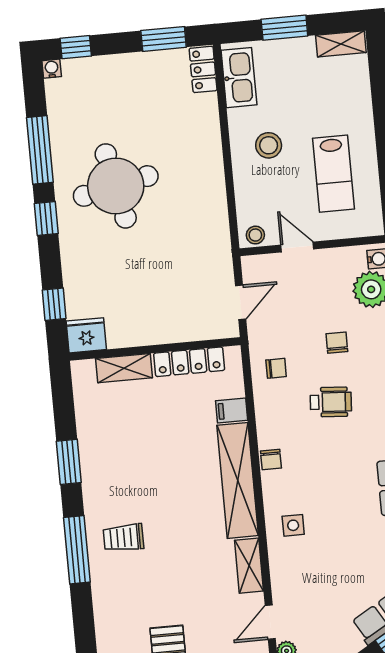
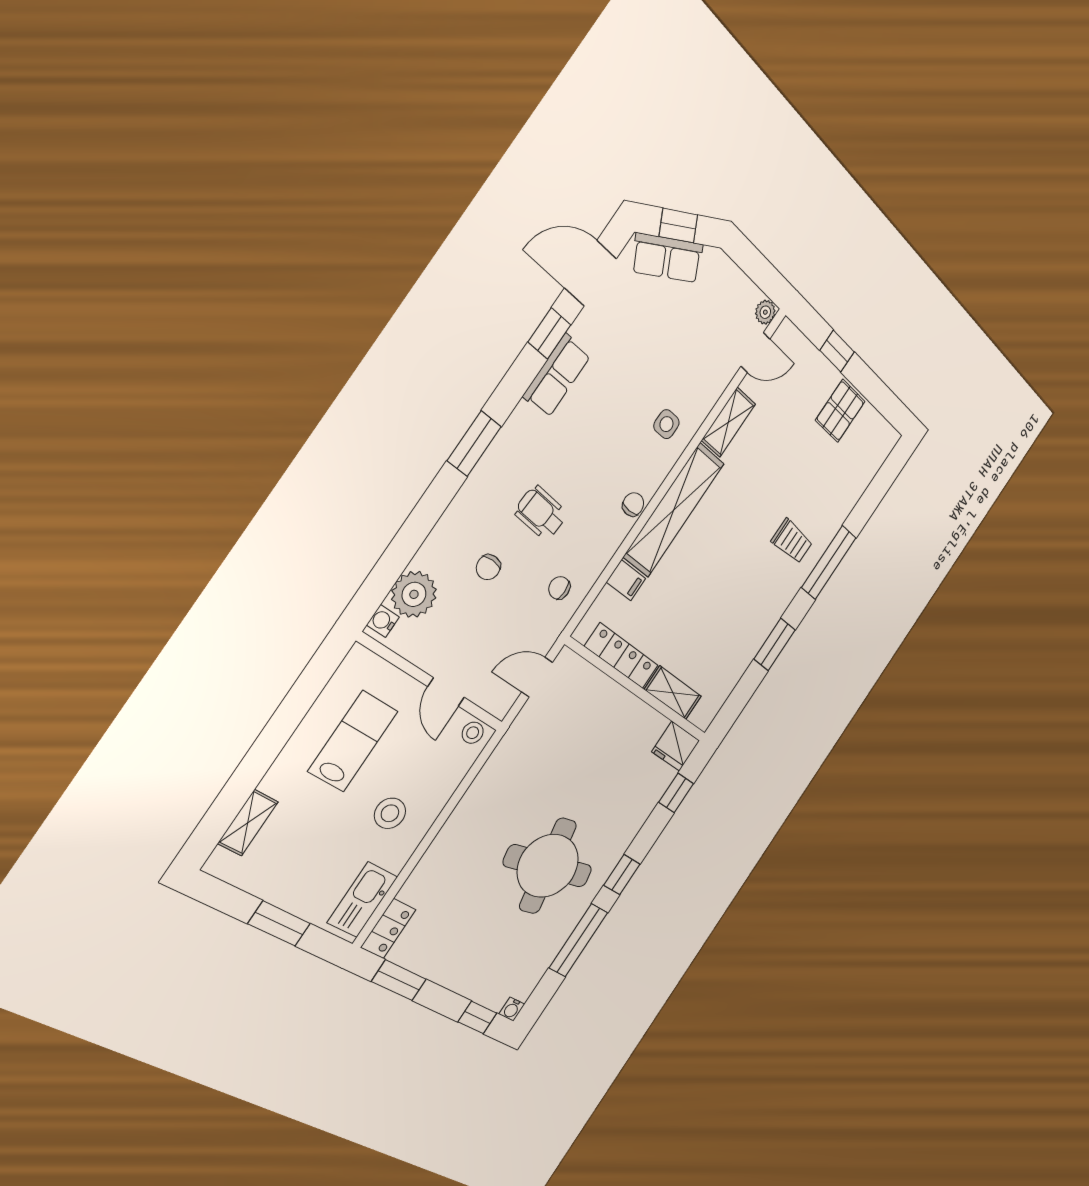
shelving: (341, 44) -> (248, 823), moved, turned 90

